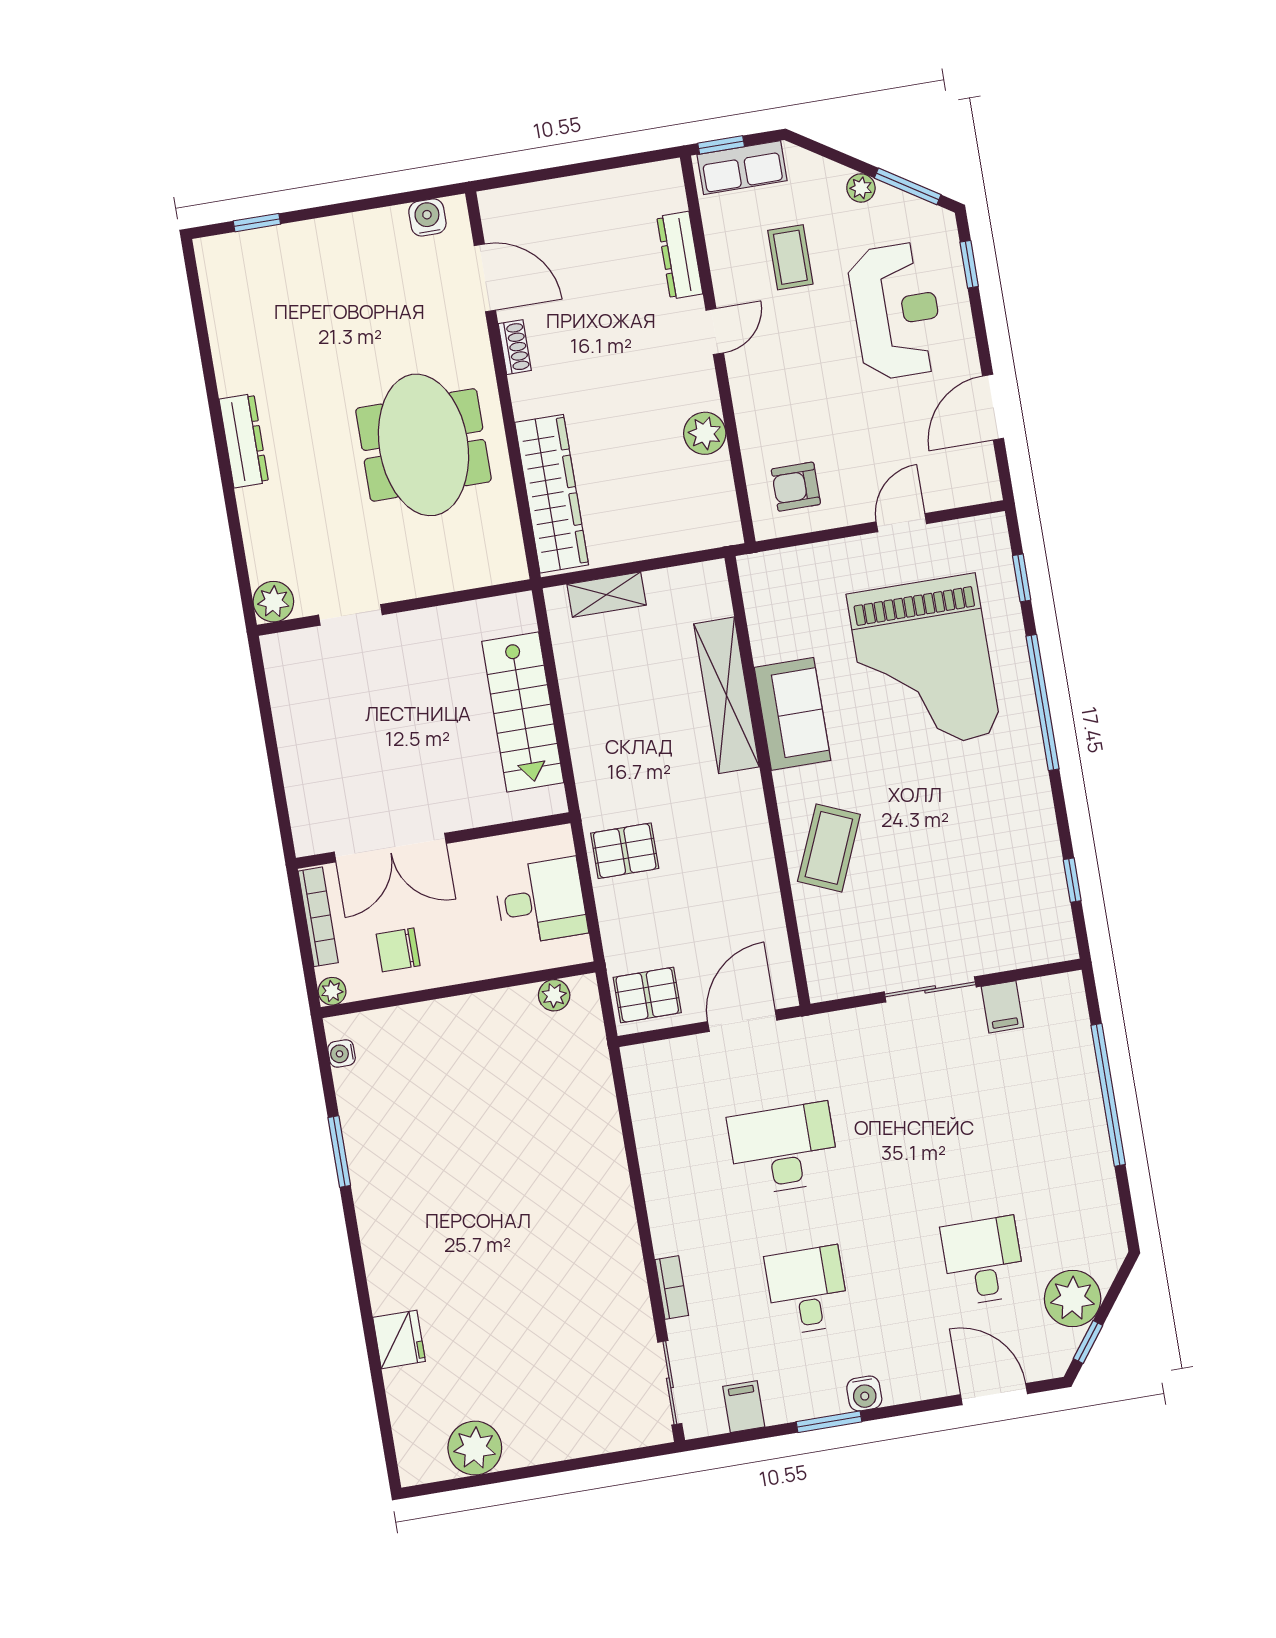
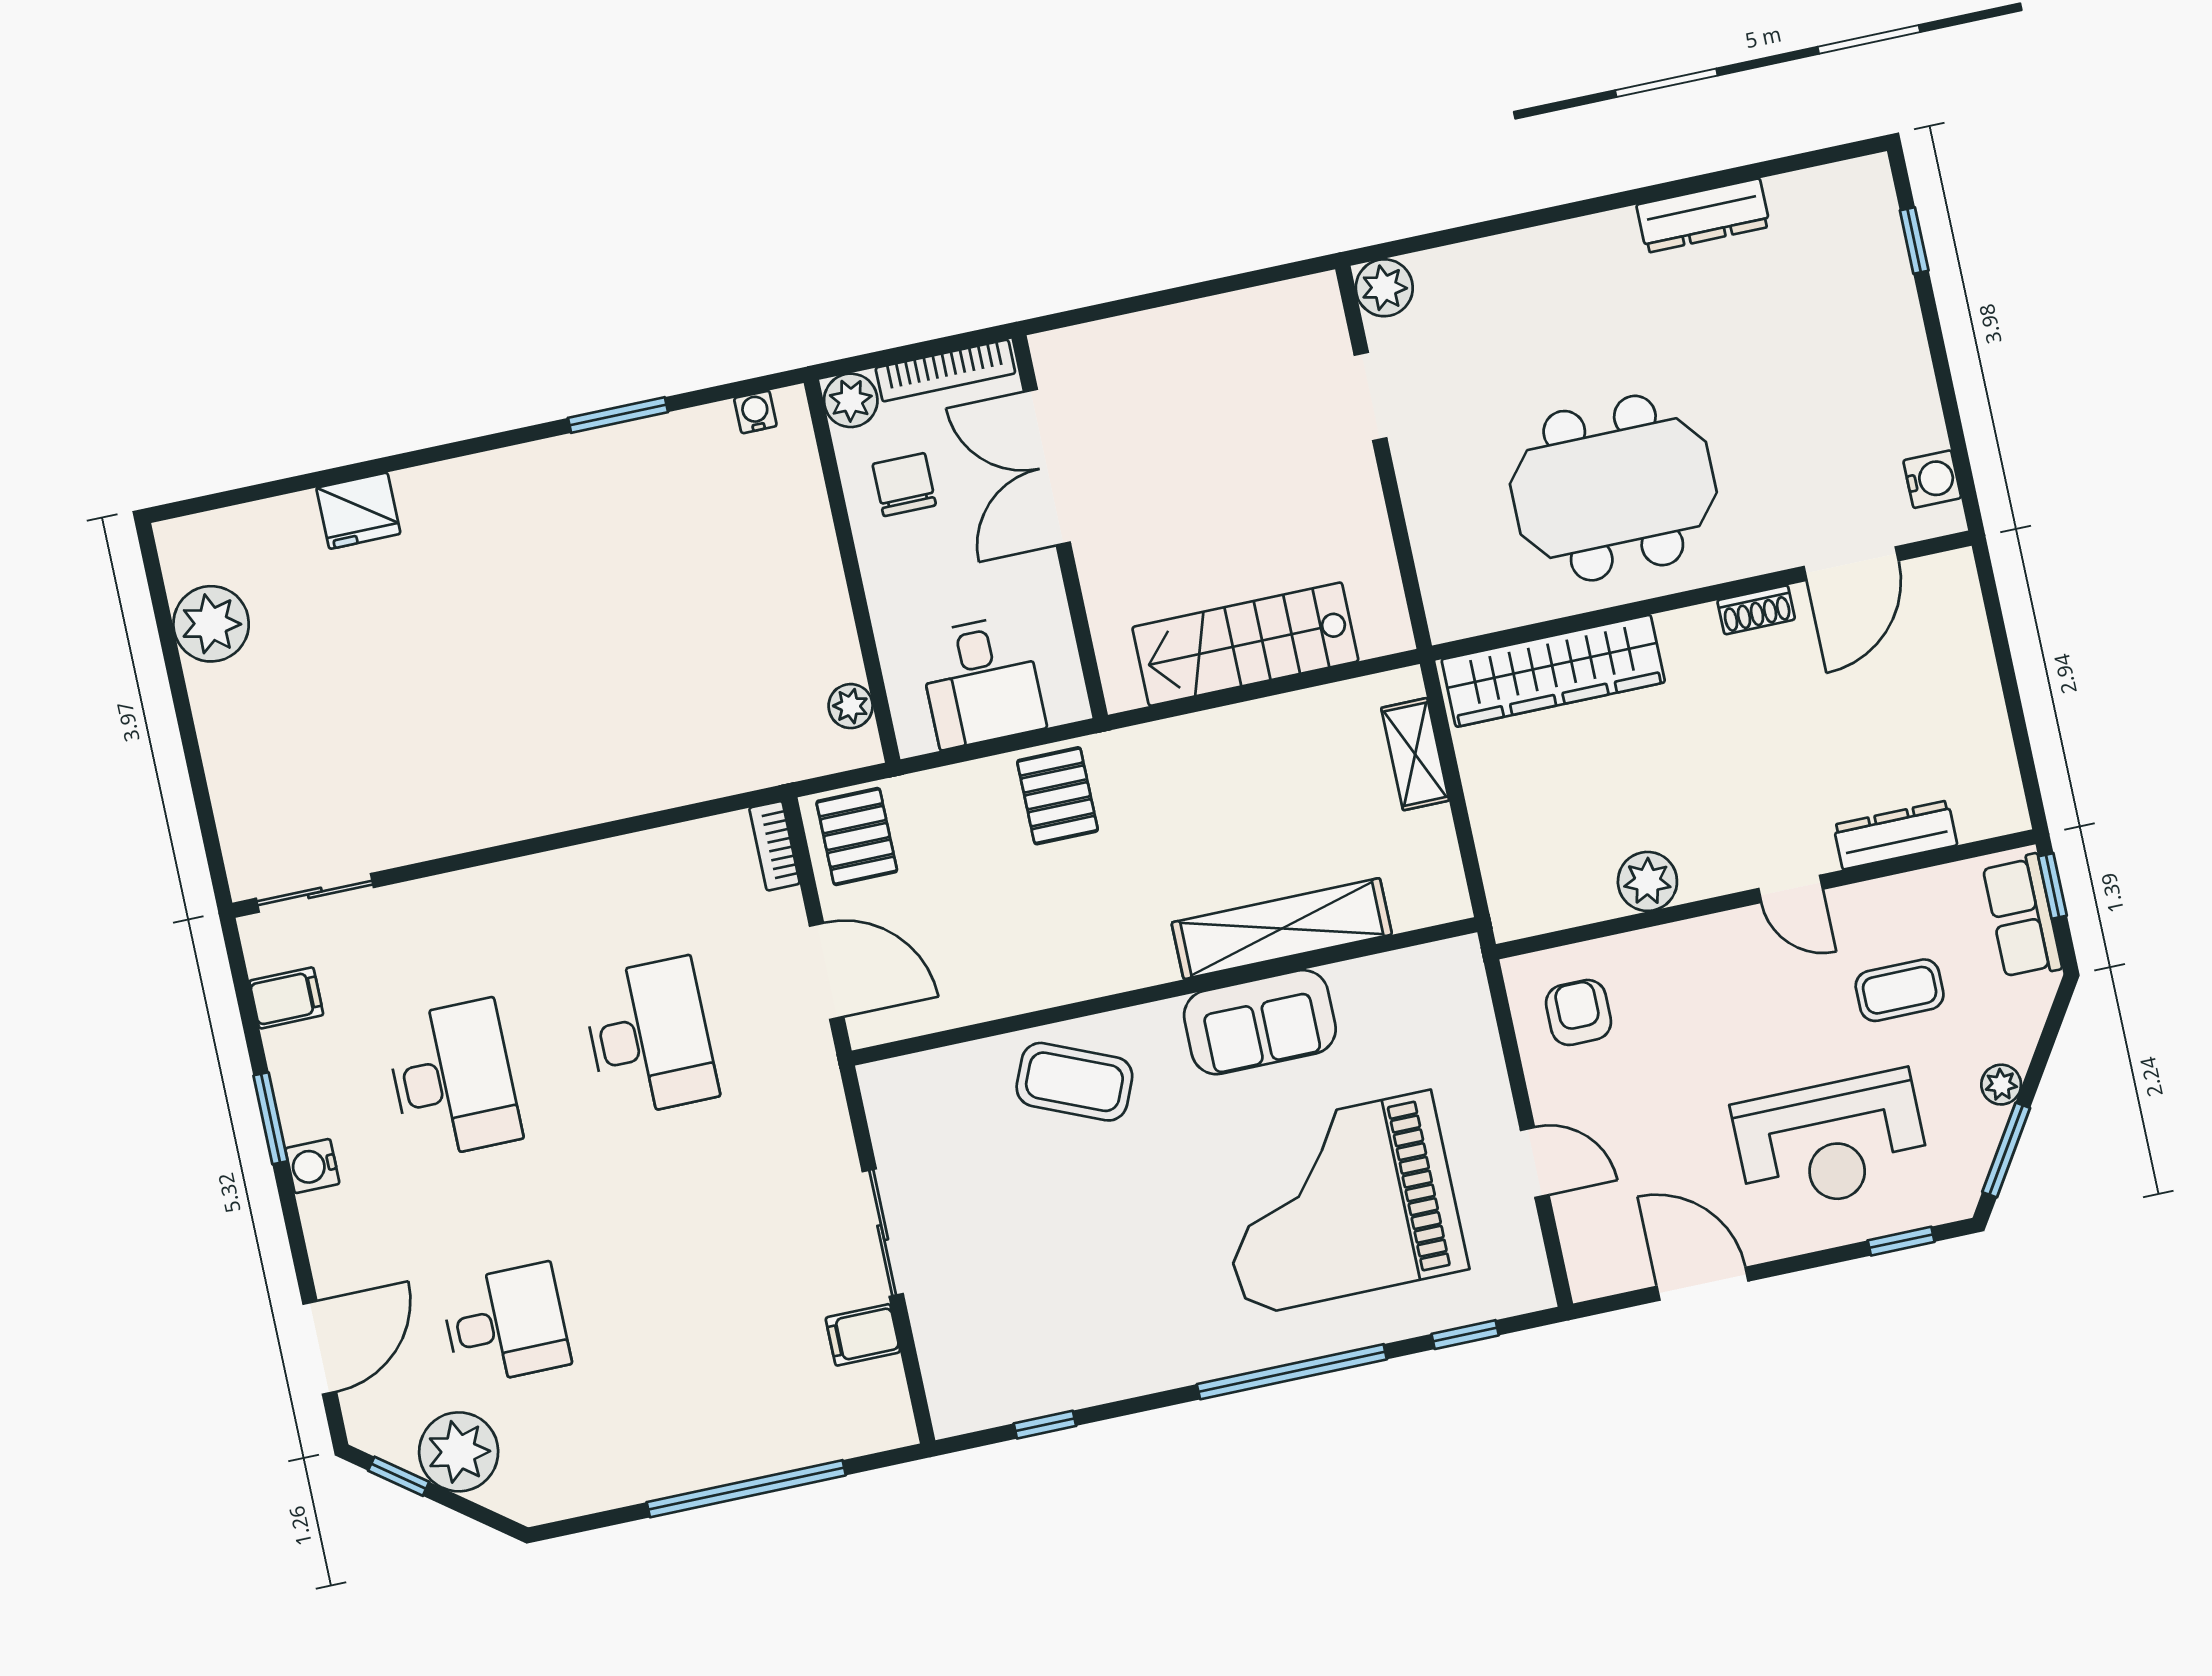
dresser: (244, 441) -> (1703, 216), moved
plant: (332, 991) -> (851, 400), width x1.38, depth x1.38
bookcase: (672, 1288) -> (774, 846), moved, turned 90
desk: (807, 1290) -> (453, 1079), width x1.37

